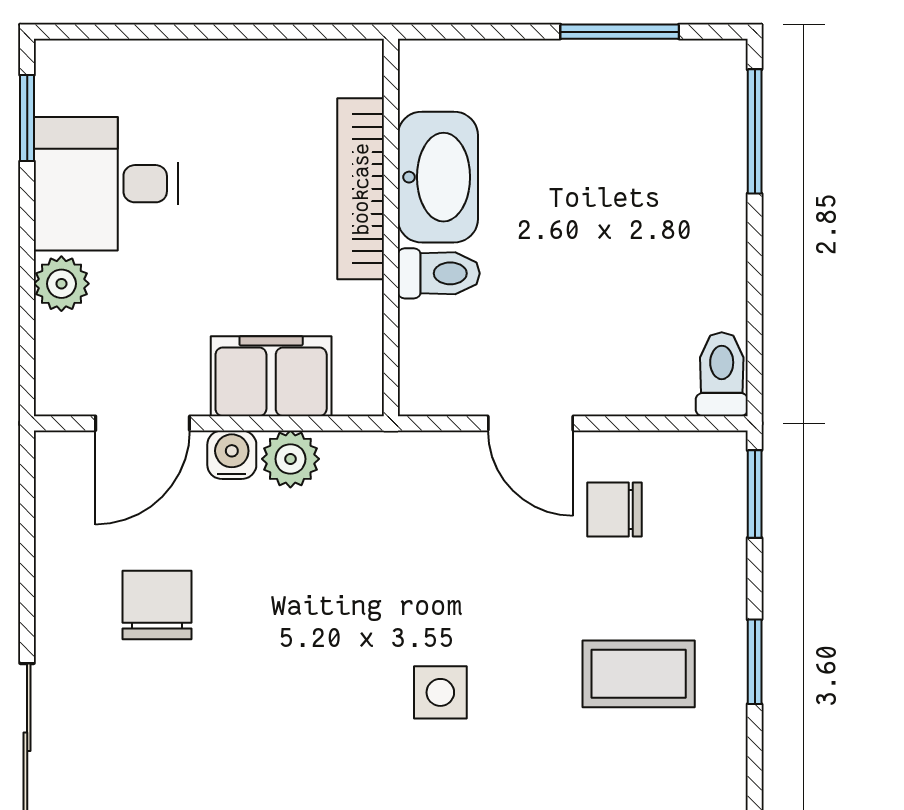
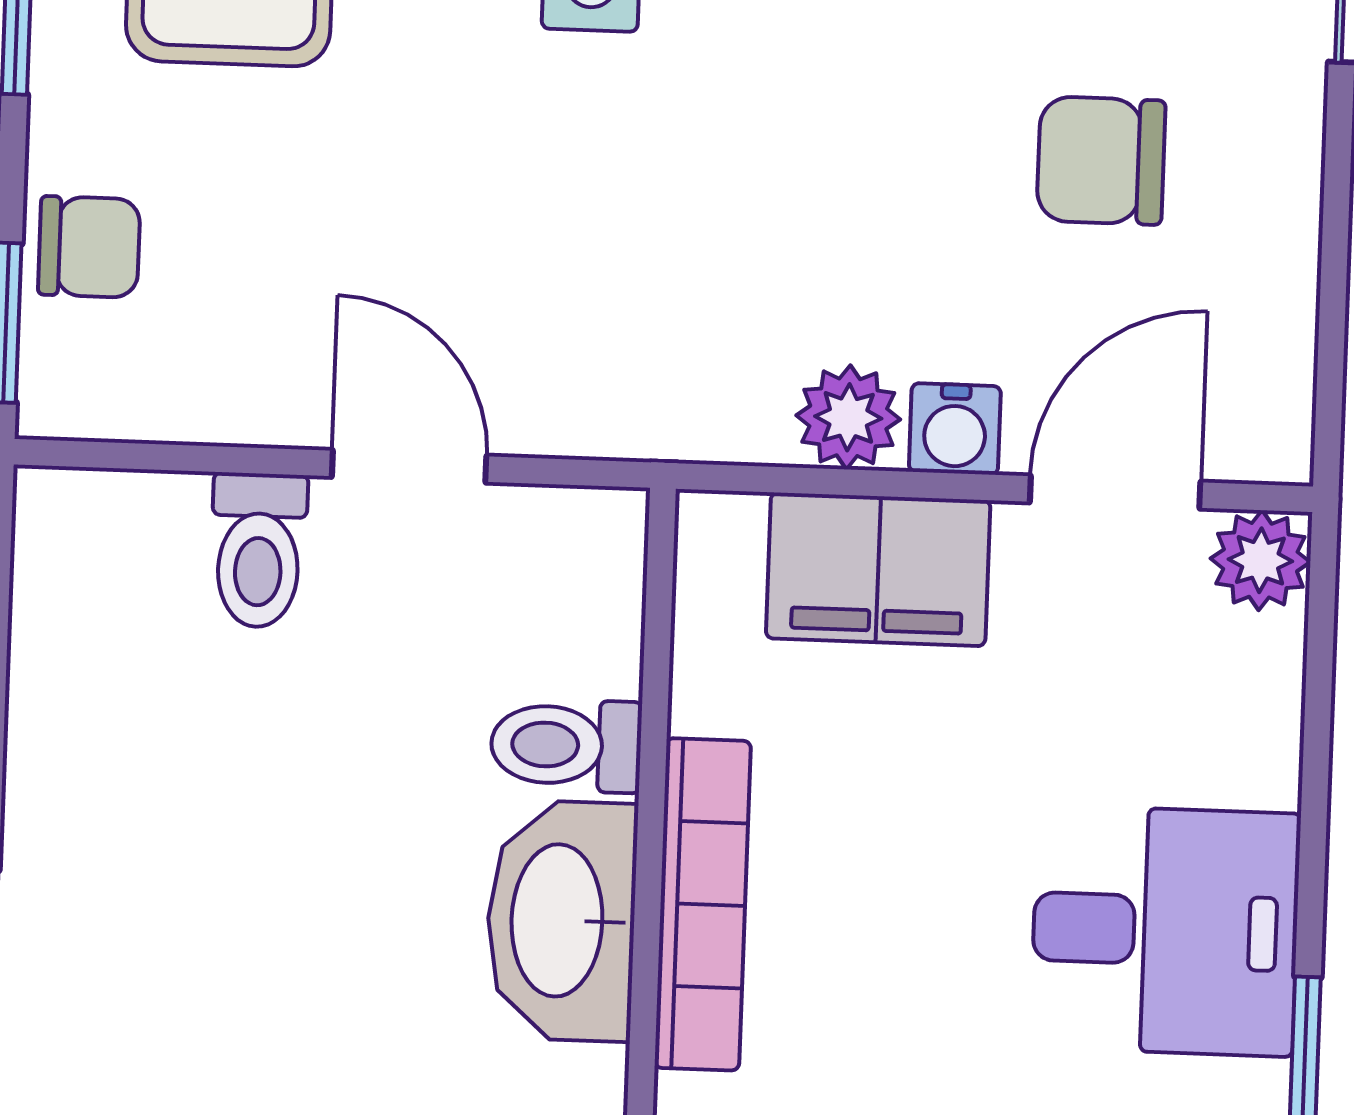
plant: (61, 284) -> (1260, 560), moved
toilet: (722, 374) -> (259, 550), moved
chair: (614, 509) -> (89, 247), moved
chair: (157, 605) -> (1101, 161), turned 90

